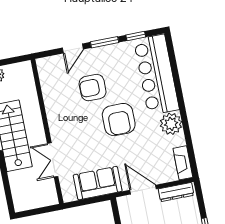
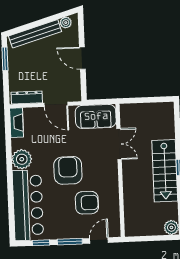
wall: (47, 131) -> (120, 170), moved
double door: (53, 160) -> (119, 144), moved

